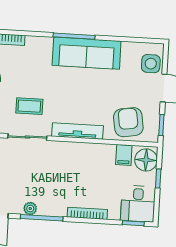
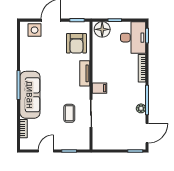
sofa: (87, 53) -> (30, 95), moved
armchair: (128, 122) -> (76, 43), turned -81
tv unit: (78, 131) -> (85, 73), width x0.71
filing cabinet: (124, 155) -> (100, 88), moved
desk: (138, 204) -> (133, 38), width x1.37

